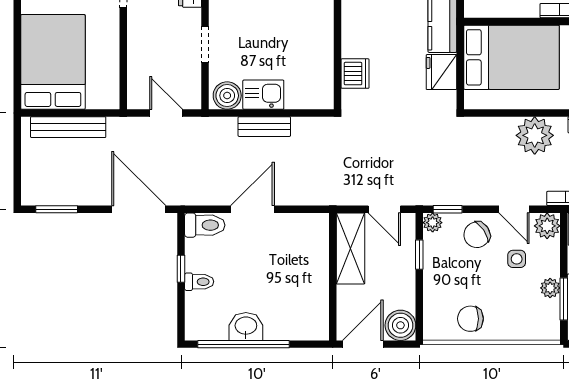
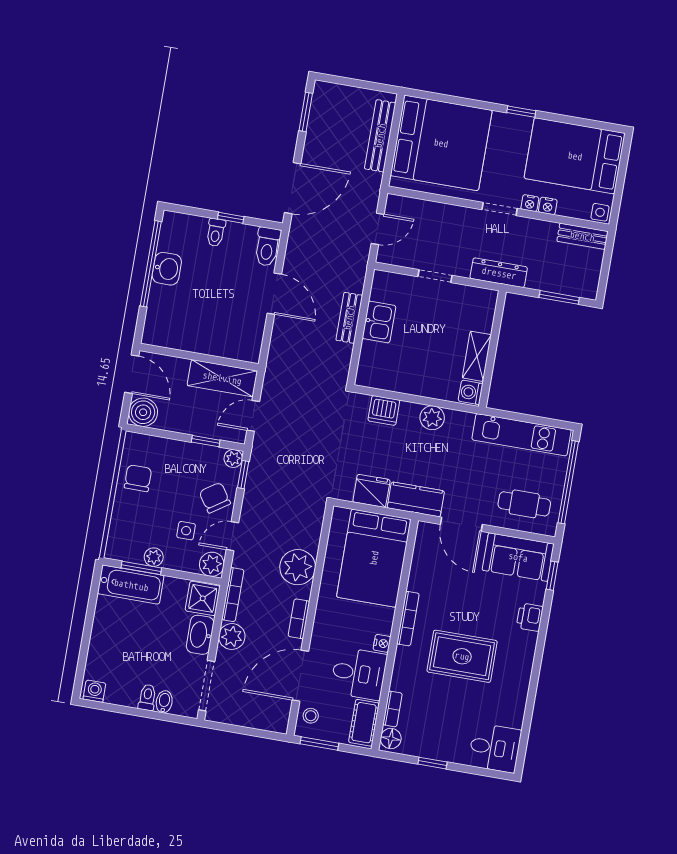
plant: (354, 22) -> (432, 418), added
bed: (53, 62) -> (441, 143), width x1.36
boiler: (227, 96) -> (384, 288), removed

